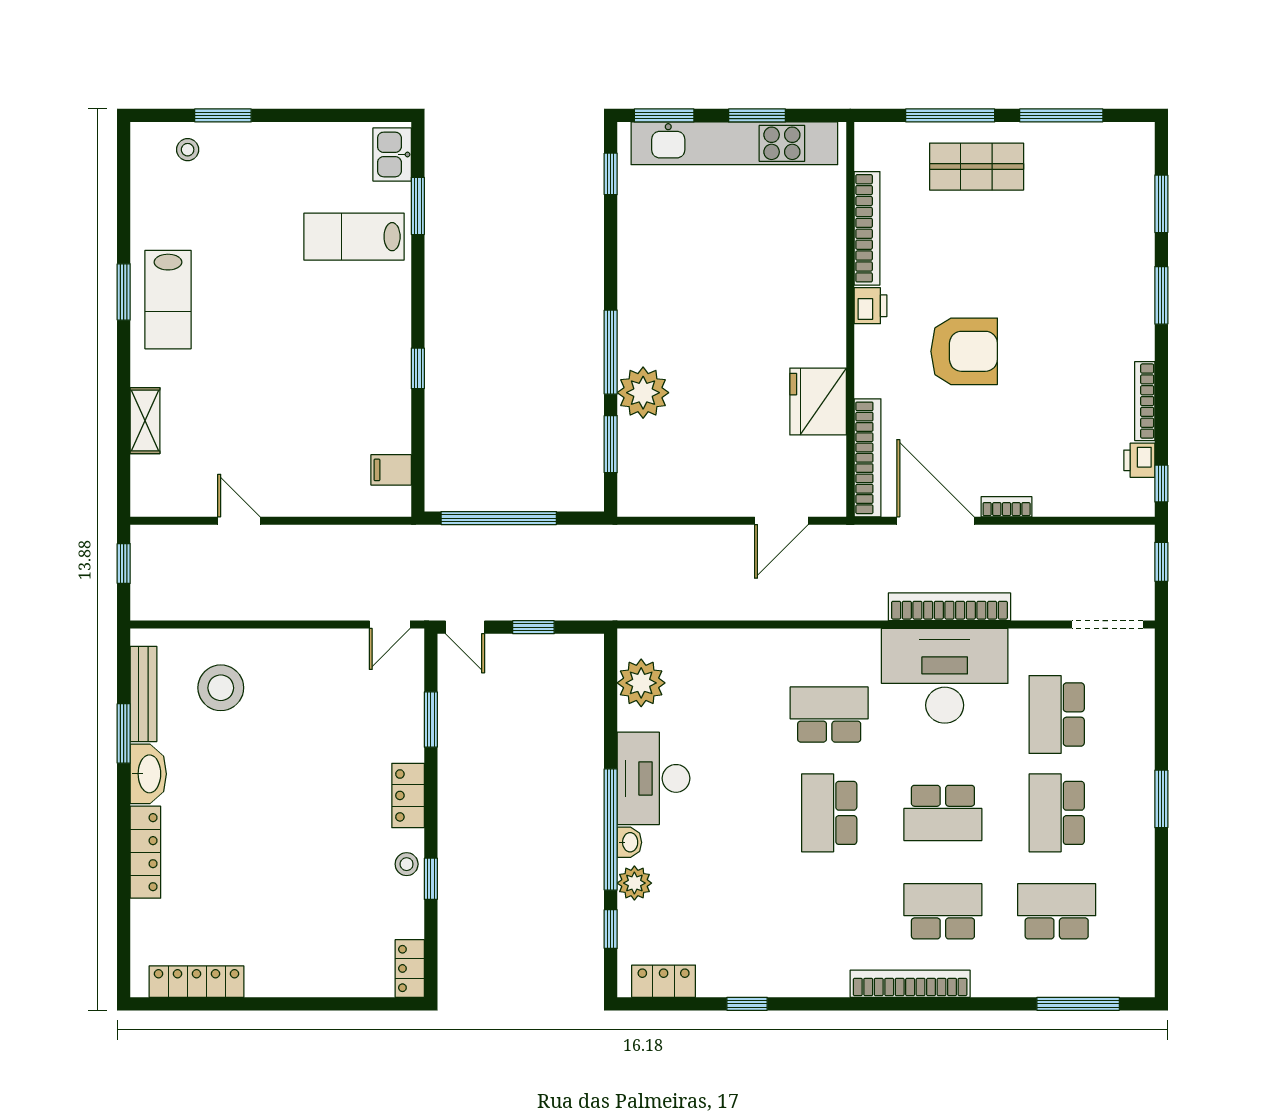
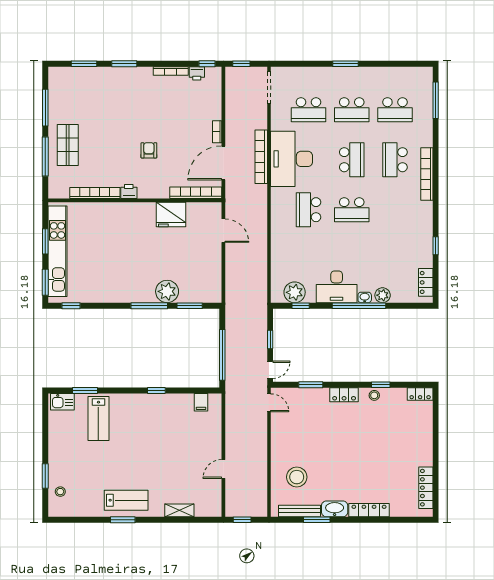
armchair: (964, 351) -> (149, 150), width x0.53, depth x0.53
school desk: (1057, 911) -> (395, 110), turned -90
window: (611, 929) -> (301, 306), moved

